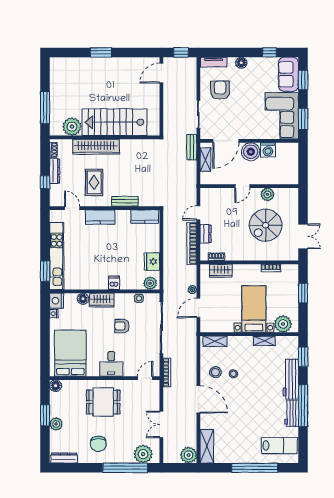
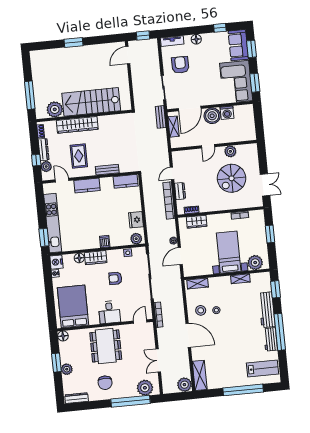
plant: (56, 191) -> (46, 167), added
dining table: (103, 402) -> (106, 346), width x1.38

